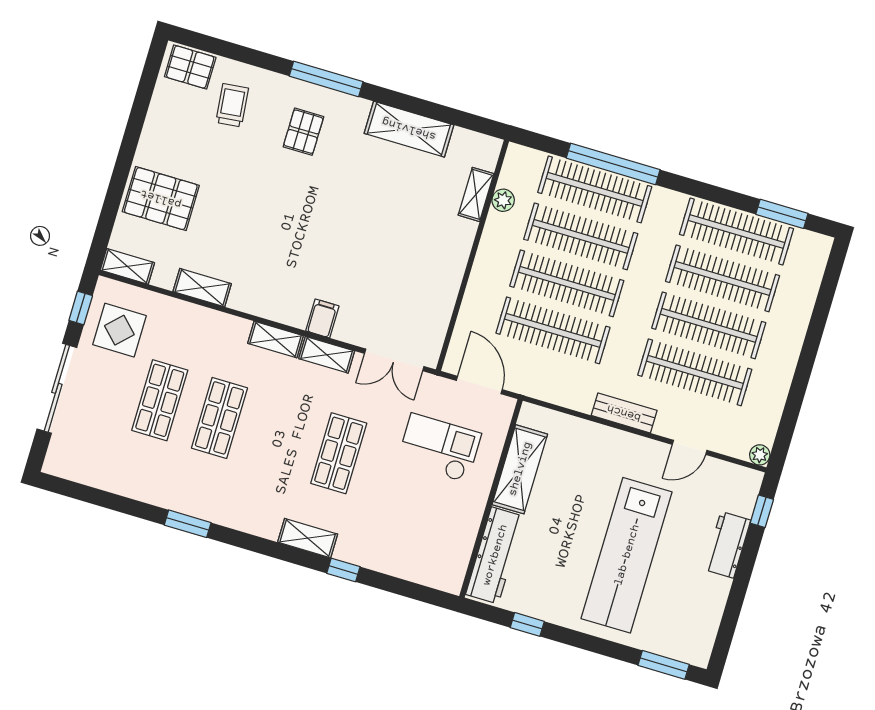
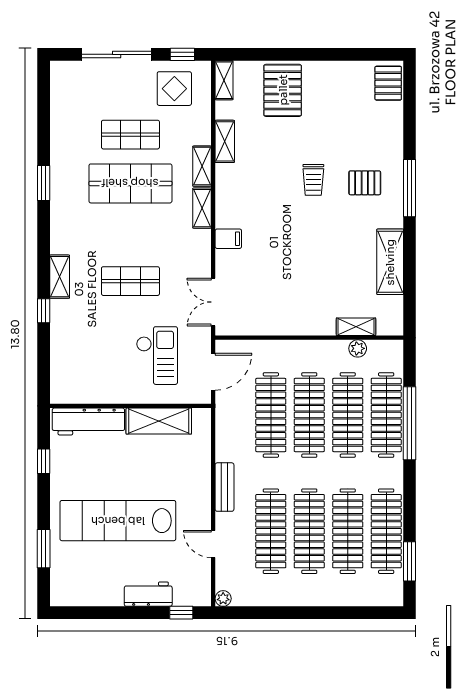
trolley: (232, 105) -> (313, 180), moved, turned 96
shelving: (327, 355) -> (202, 166), moved
shop shelf: (219, 418) -> (130, 183), width x1.43, depth x1.36
window: (664, 665) -> (44, 549), moved

